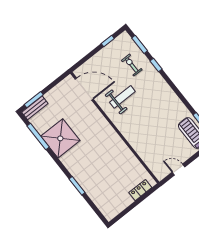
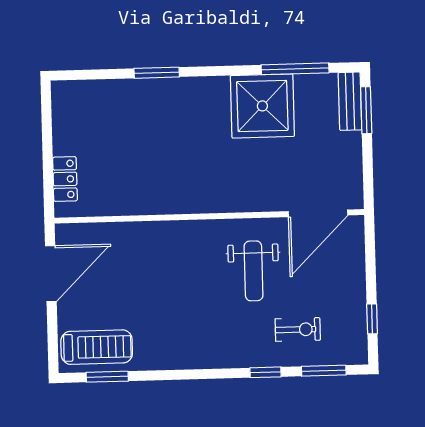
door: (178, 170) -> (51, 274), width x1.88

